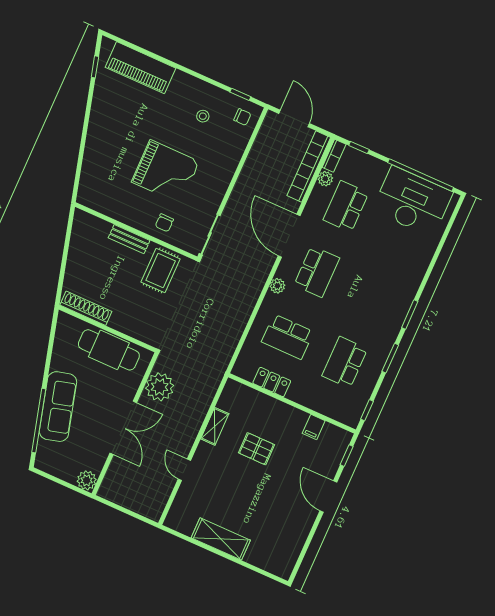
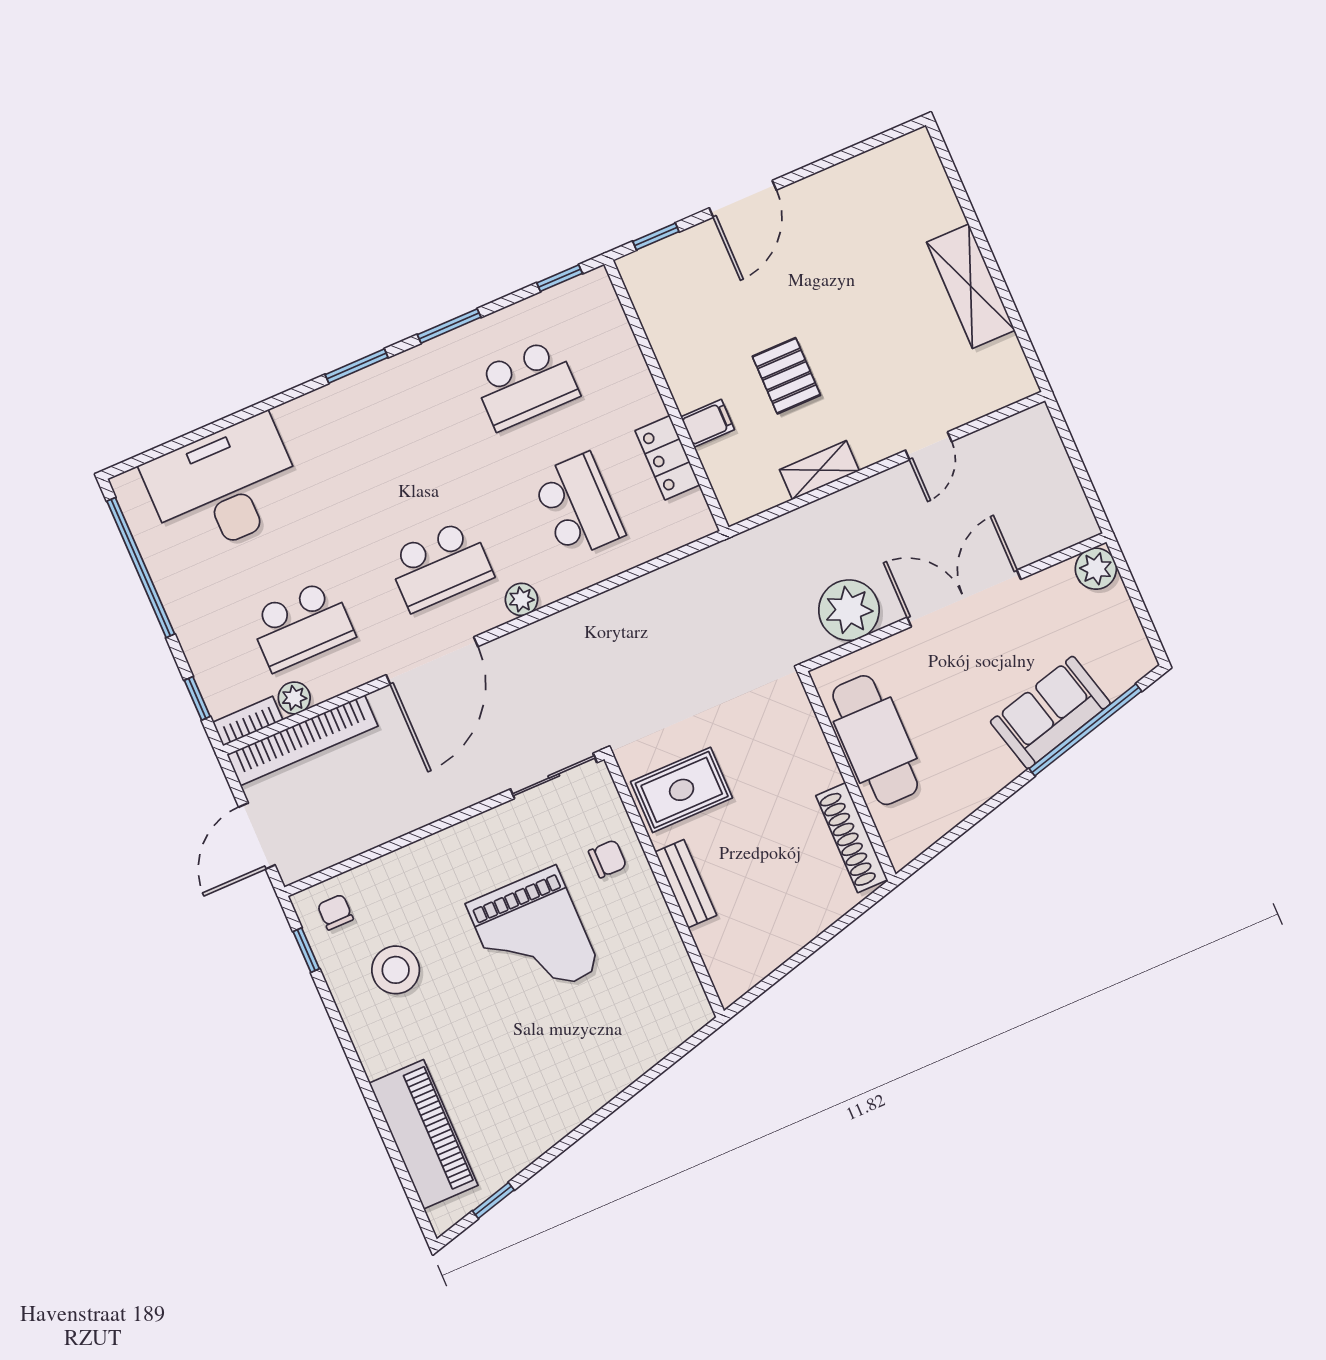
stool: (203, 116) -> (396, 970), width x1.89, depth x1.89
grand piano: (165, 172) -> (533, 937), turned 180
desk: (412, 202) -> (224, 487), moved, turned 90
school desk: (317, 272) -> (440, 566), turned 180
sofa: (58, 407) -> (1050, 713), width x0.73
filing cabinet: (314, 427) -> (708, 423), moved

